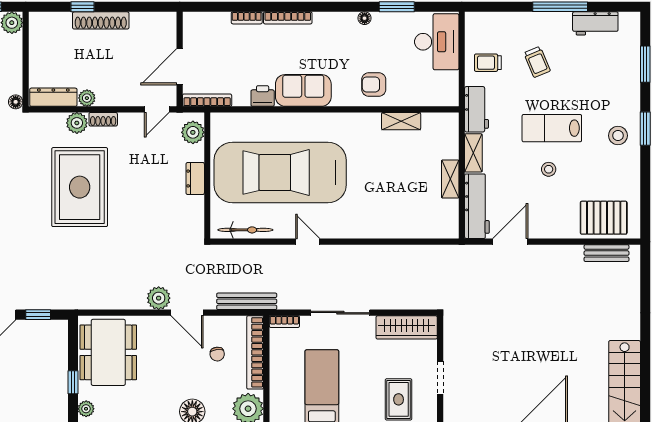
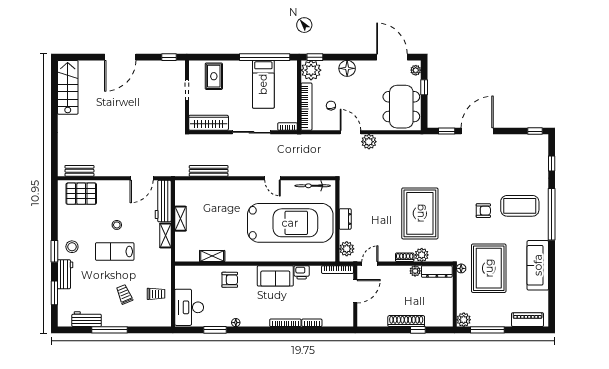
workbench: (477, 109) -> (65, 274), moved, turned 180
lab bench: (552, 128) -> (115, 252), turned 180
bench: (247, 301) -> (209, 171), moved

